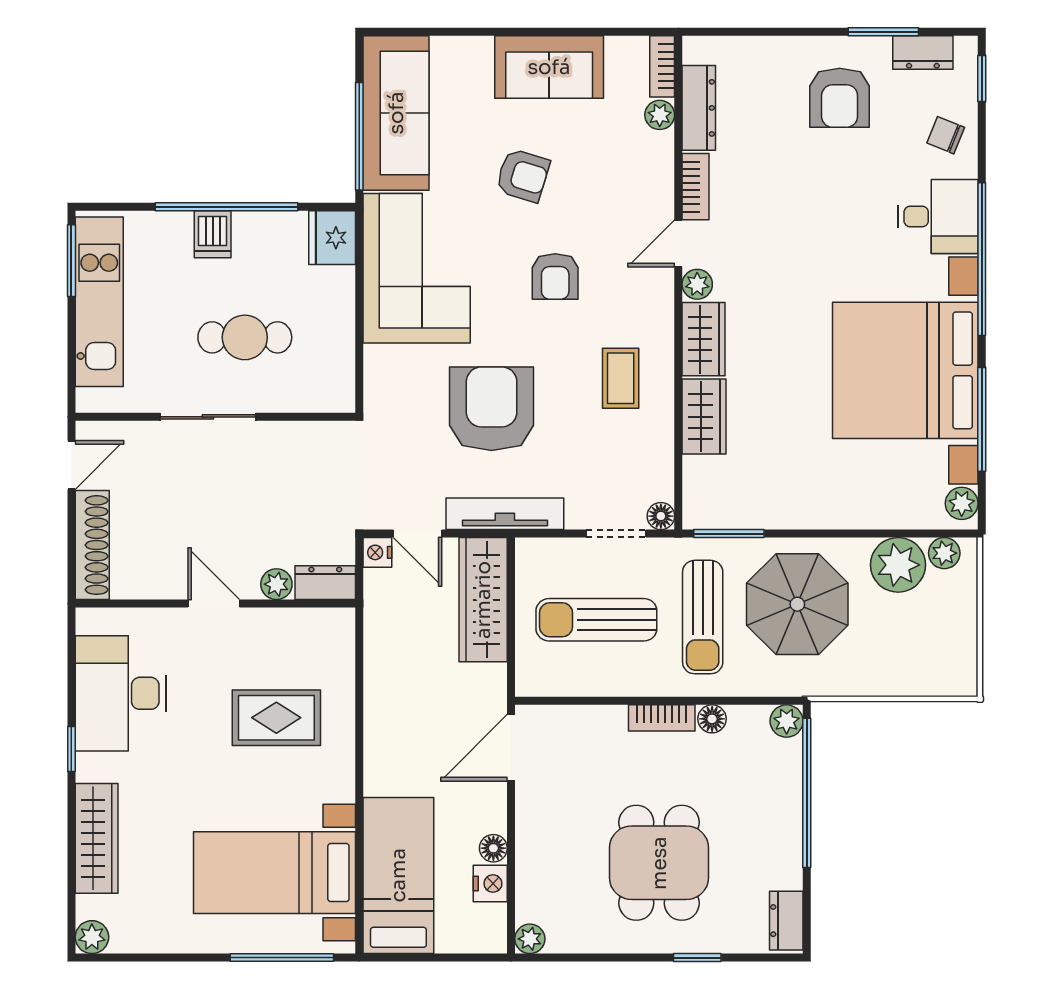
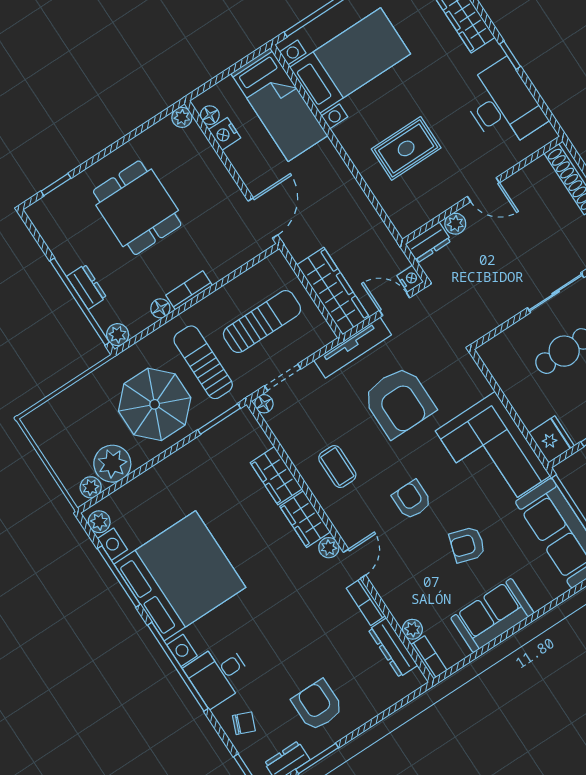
floor lamp: (493, 848) -> (210, 115), moved
dresser: (786, 921) -> (87, 287), moved
window: (697, 958) -> (56, 185), moved

